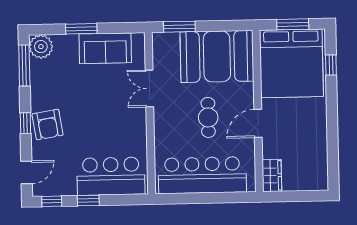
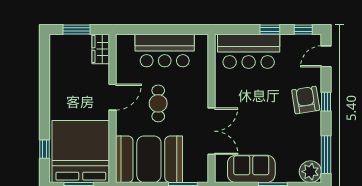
double door: (149, 88) -> (211, 131), width x1.37
bar counter: (202, 175) -> (165, 51), width x0.73
window: (299, 196) -> (77, 30), added

